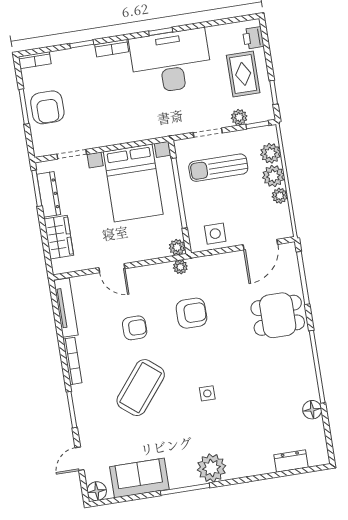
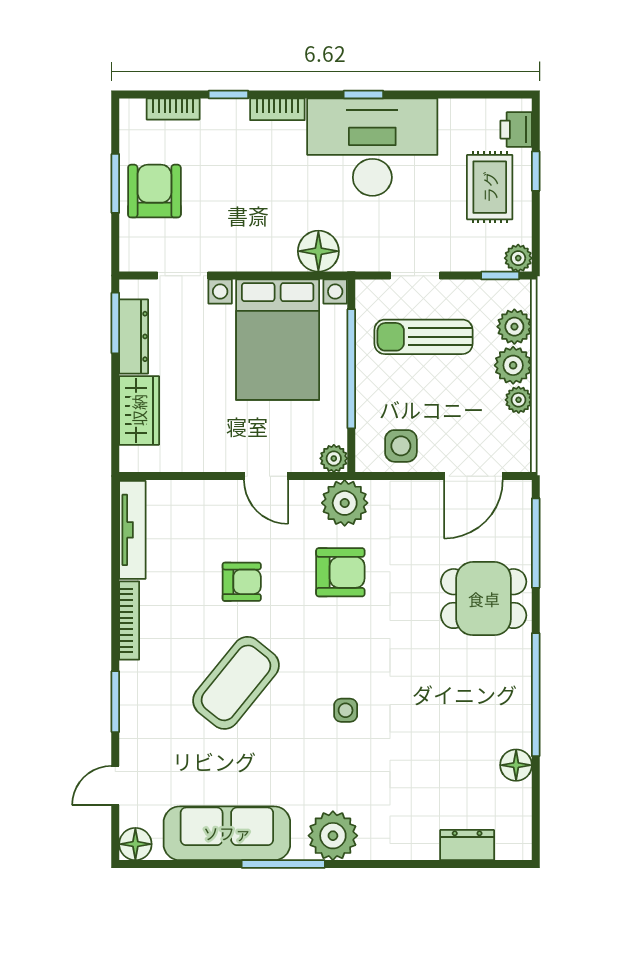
bookcase: (35, 60) -> (173, 109), moved
window: (274, 92) -> (536, 171), moved
armchair: (47, 107) -> (154, 191), turned 180
plant: (239, 117) -> (518, 258), moved
floor lamp: (149, 127) -> (318, 251), added
plant: (180, 267) -> (345, 503), width x1.88, depth x1.88
door: (112, 268) -> (266, 476), moved
sofa: (139, 478) -> (227, 833), width x1.36

